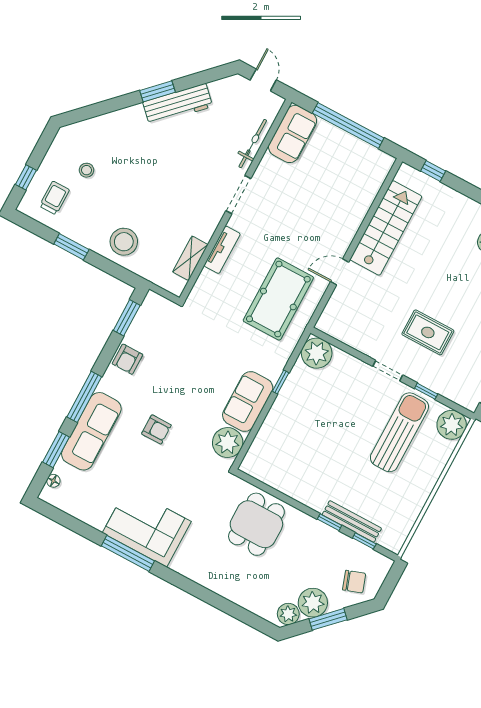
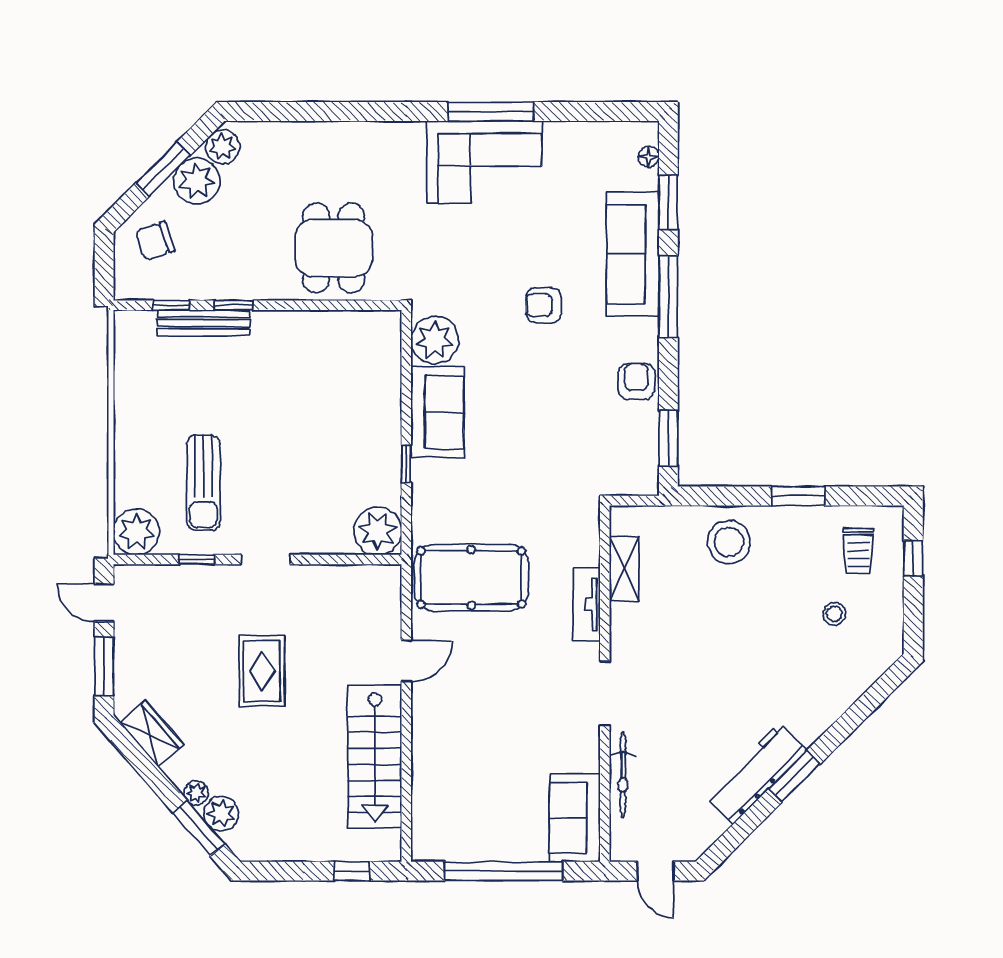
pool table: (278, 299) -> (471, 578), turned 90
rug: (428, 332) -> (262, 671), moved, turned 90
sun lounger: (399, 432) -> (203, 483), width x0.73, depth x0.75

